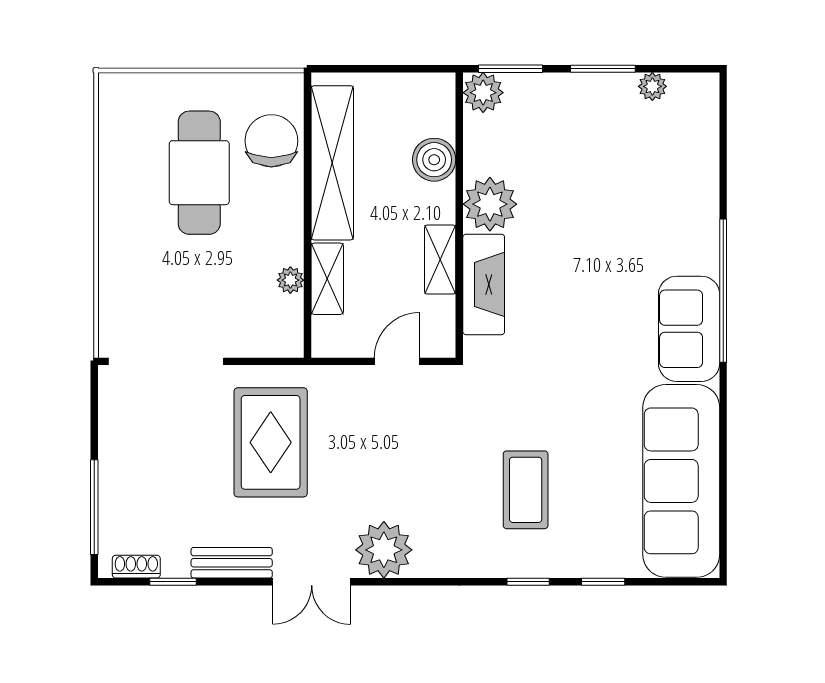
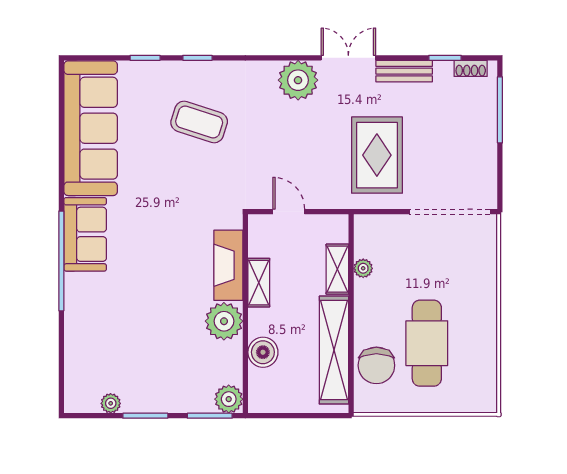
door: (397, 361) -> (289, 212), swing flipped
coffee table: (526, 490) -> (199, 122), turned -72

